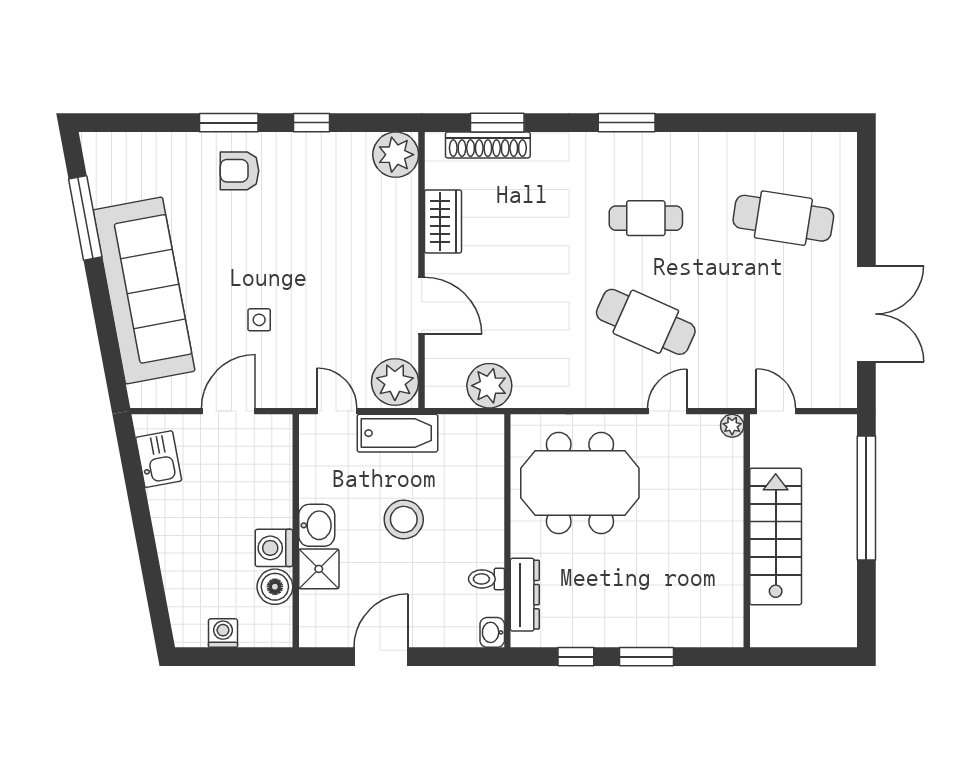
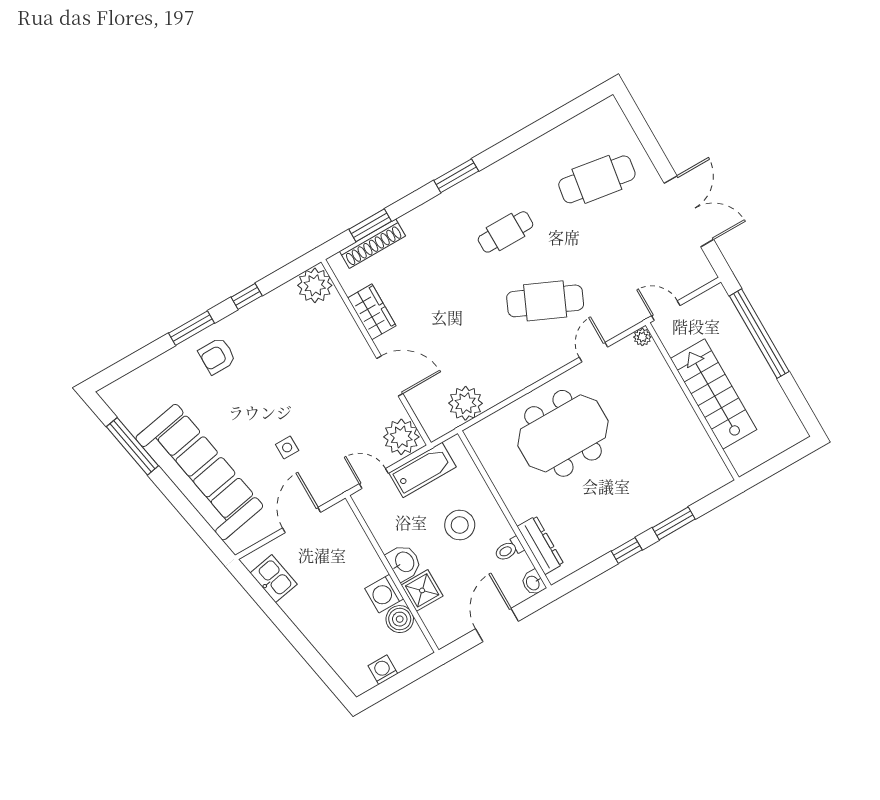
wall: (507, 531) -> (504, 509), moved
toilet: (486, 579) -> (509, 549), moved
dresser: (525, 595) -> (540, 545), moved
washbasin: (492, 632) -> (533, 583), moved

